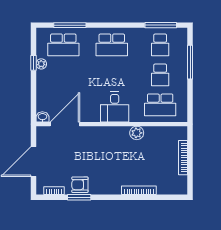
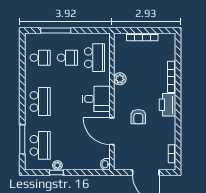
window: (161, 25) -> (22, 57), removed
door: (65, 124) -> (112, 131), moved
armchair: (80, 185) -> (138, 117), moved
printer: (108, 186) -> (168, 105), added
window: (79, 197) -> (178, 131), removed

